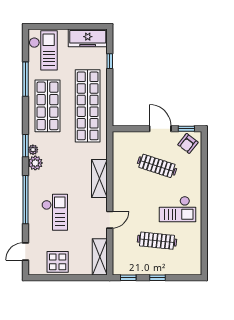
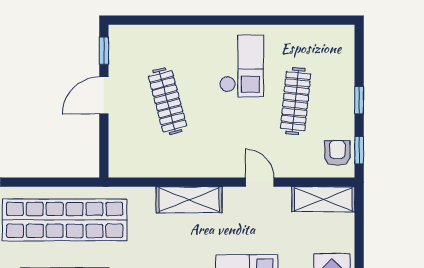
armchair: (188, 143) -> (337, 153), moved, turned -128
clothes rail: (157, 166) -> (167, 101), turned -33

